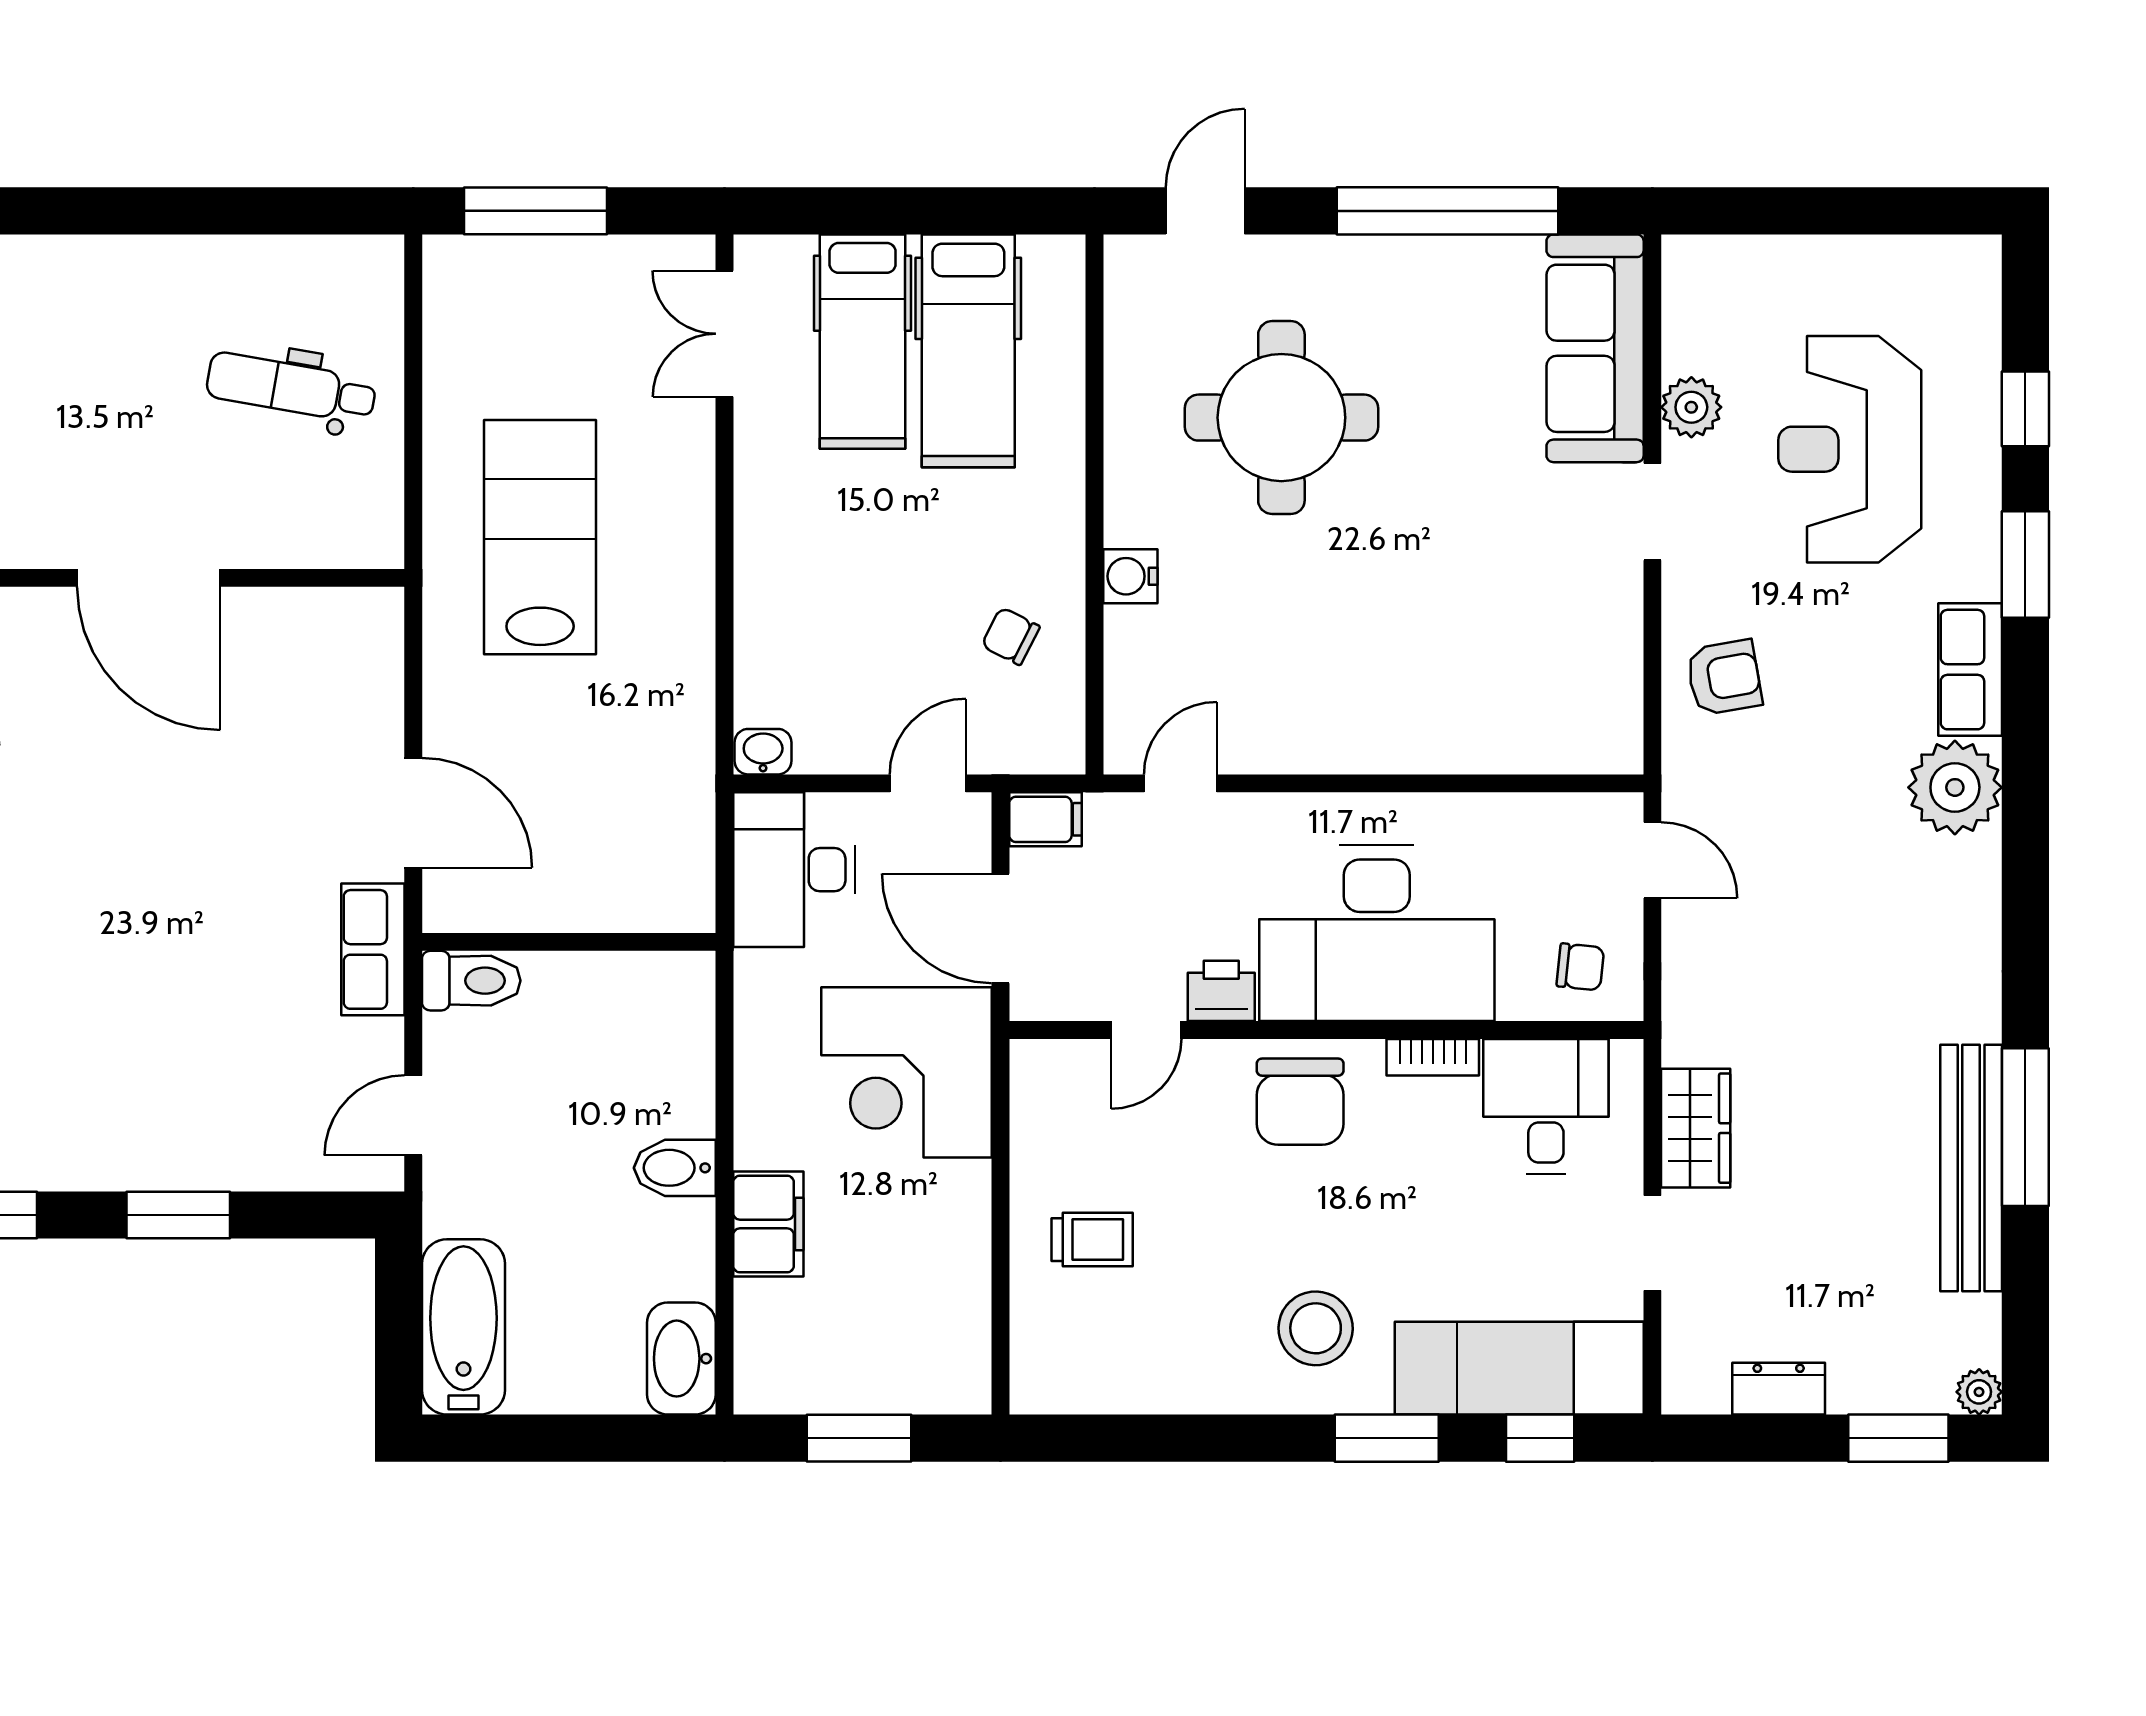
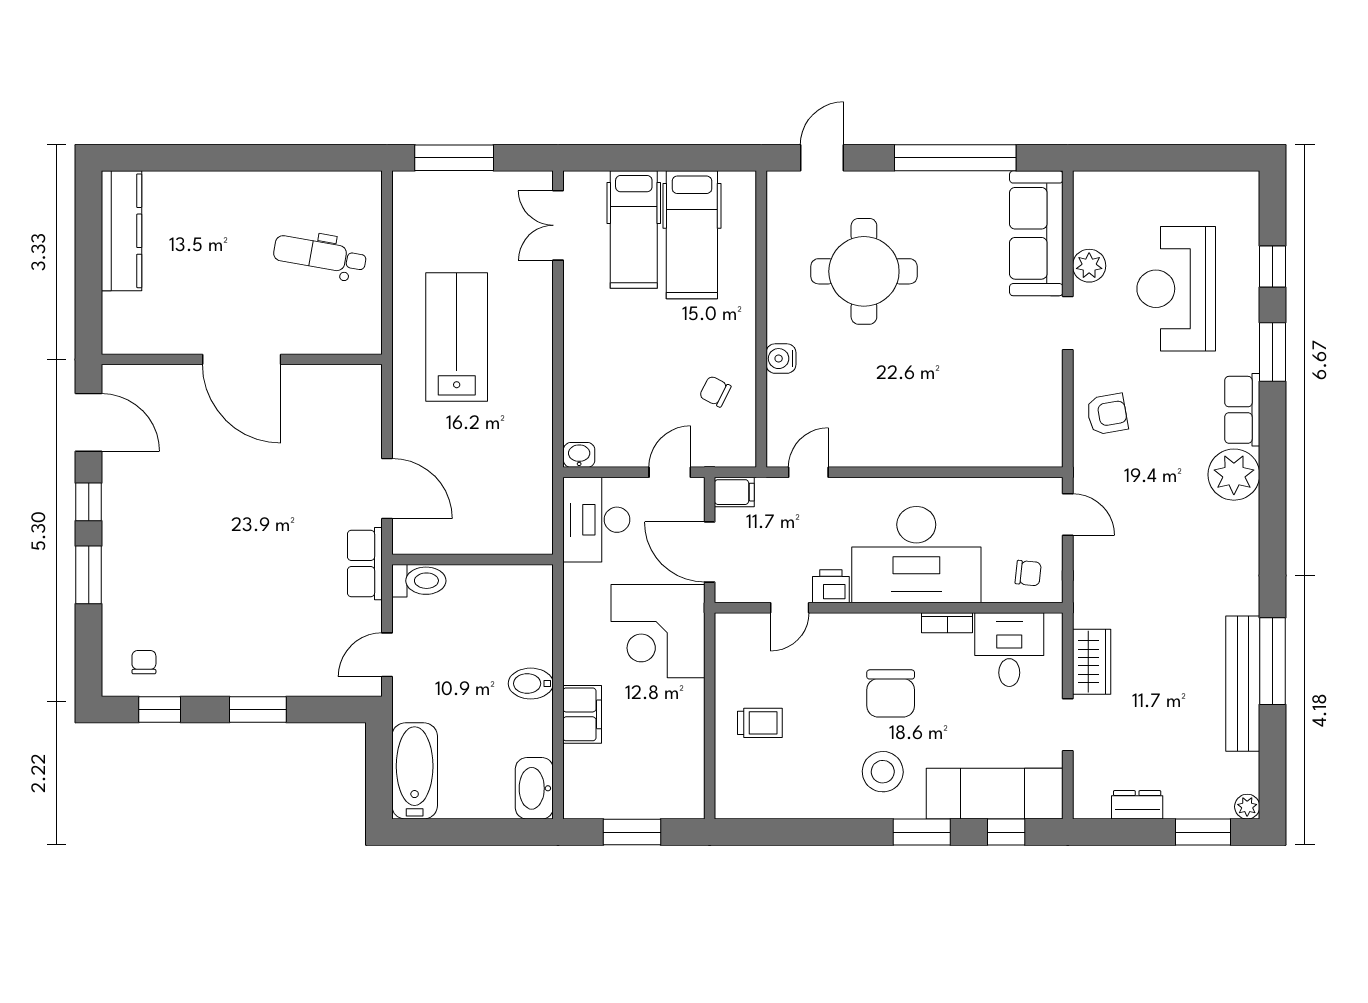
chair: (1300, 1102) -> (891, 693), moved

